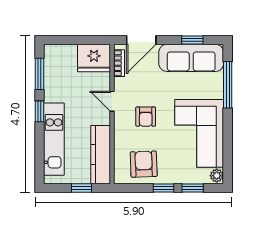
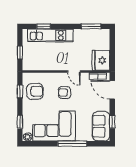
sofa: (191, 58) -> (101, 126), width x0.73
window: (228, 85) -> (72, 144), moved
door: (112, 101) -> (74, 72), swing flipped
window: (40, 111) -> (44, 26), moved
kitchen counter: (101, 155) -> (41, 64), removed
window: (163, 188) -> (20, 91), moved

